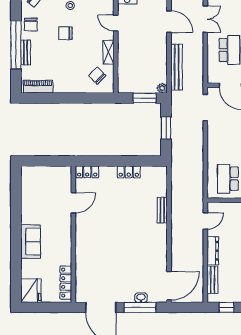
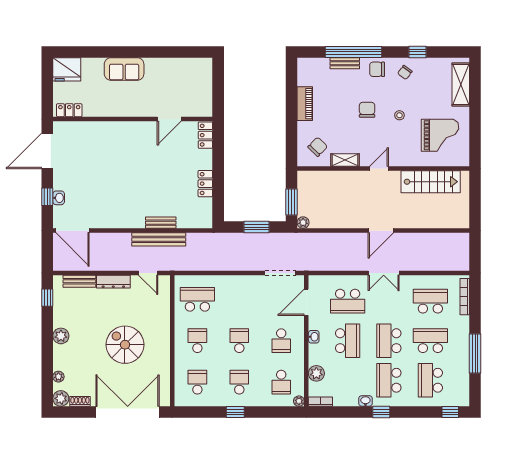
bench: (177, 67) -> (159, 239), moved
piano: (38, 87) -> (305, 104), moved
door: (73, 203) -> (169, 119), hinge flipped
locker: (66, 283) -> (69, 110), width x0.66
window: (140, 307) -> (47, 197), width x0.46

